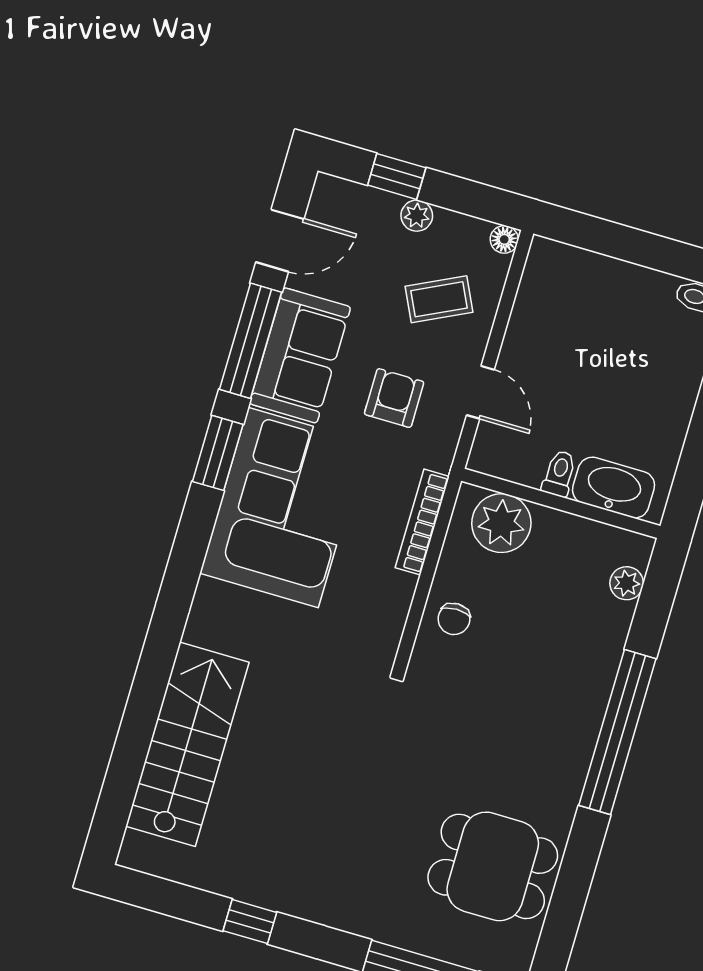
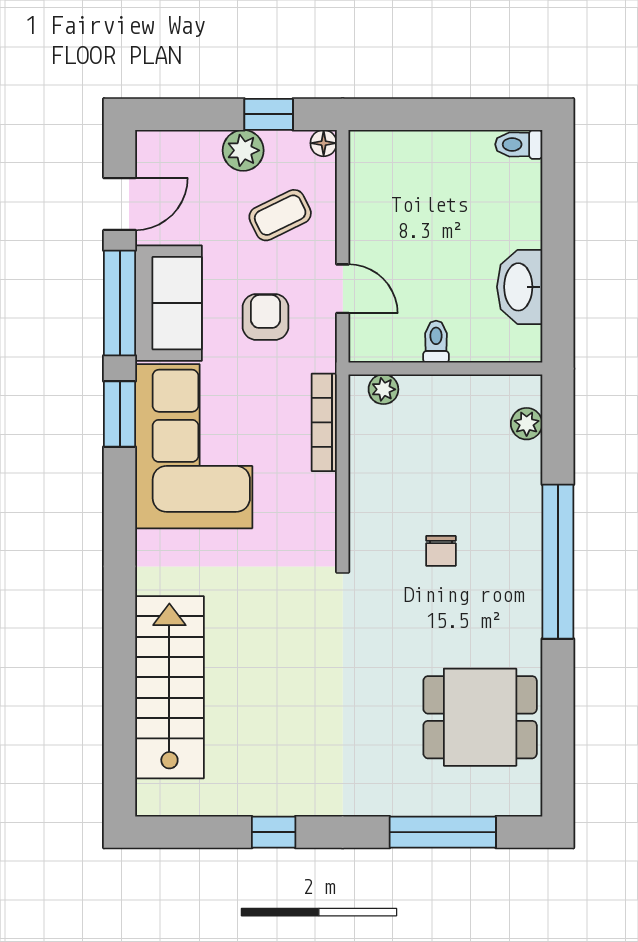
window: (397, 176) -> (269, 114), moved
plant: (417, 216) -> (243, 150), width x1.38, depth x1.38
washbasin: (614, 488) -> (520, 287), moved, turned -90
plant: (501, 523) -> (383, 389), width x0.53, depth x0.53
chair: (454, 619) -> (441, 551), moved

